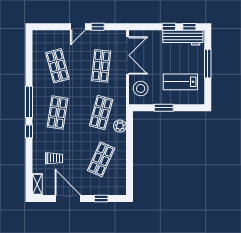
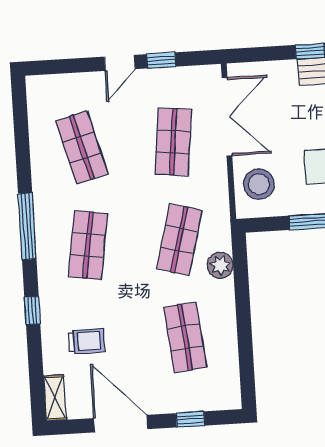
window: (29, 131) -> (32, 310), moved
shop shelf: (101, 159) -> (185, 337), turned -30

